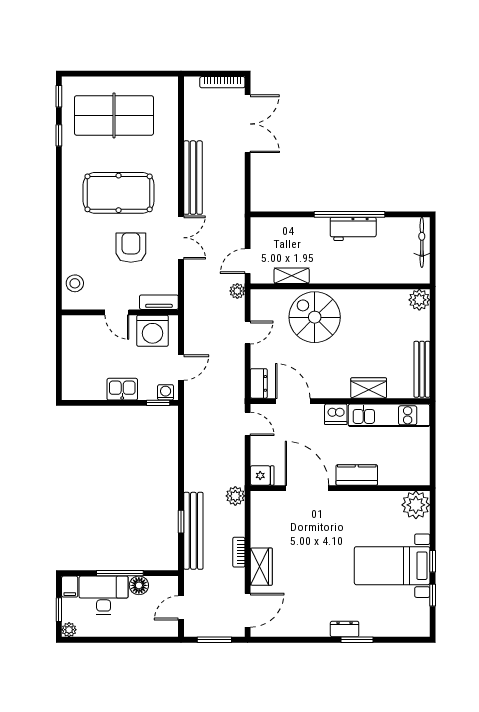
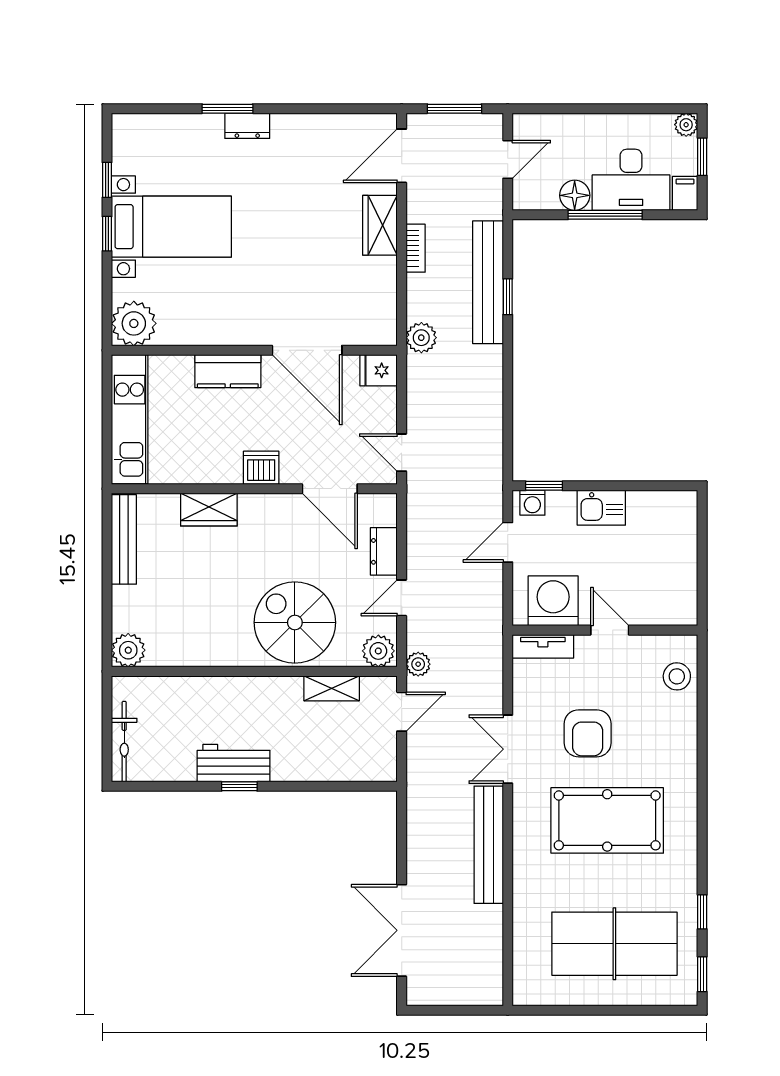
bookcase: (222, 82) -> (442, 997), removed
window: (349, 214) -> (239, 786), width x0.32
plant: (262, 299) -> (378, 651), added
spiral stairs: (315, 317) -> (295, 622), turned 180
dresser: (259, 383) -> (384, 551), moved
kitchen unit: (389, 415) -> (130, 419), moved, turned 90

